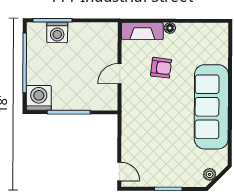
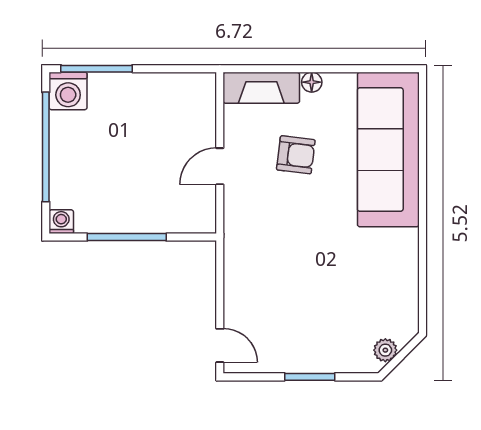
washing machine: (57, 32) -> (68, 91), moved
washing machine: (39, 98) -> (61, 222), width x0.53, depth x0.53
sofa: (211, 107) -> (388, 150), moved

